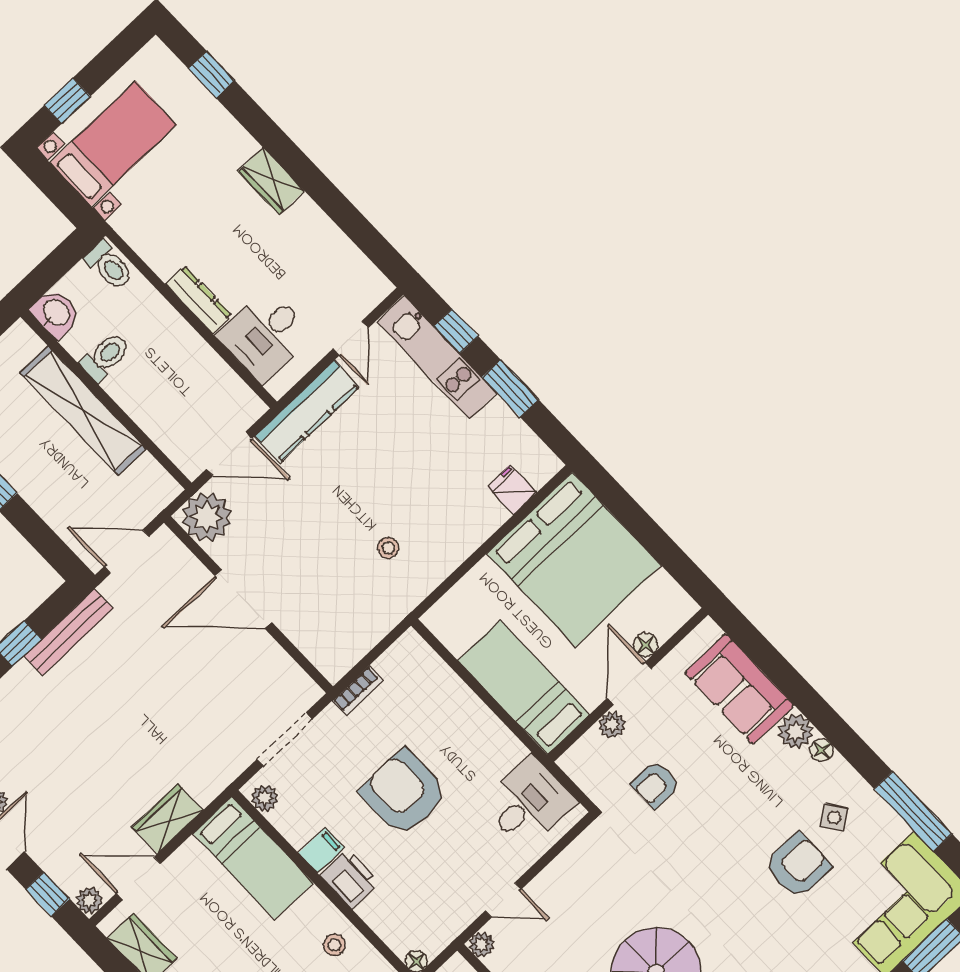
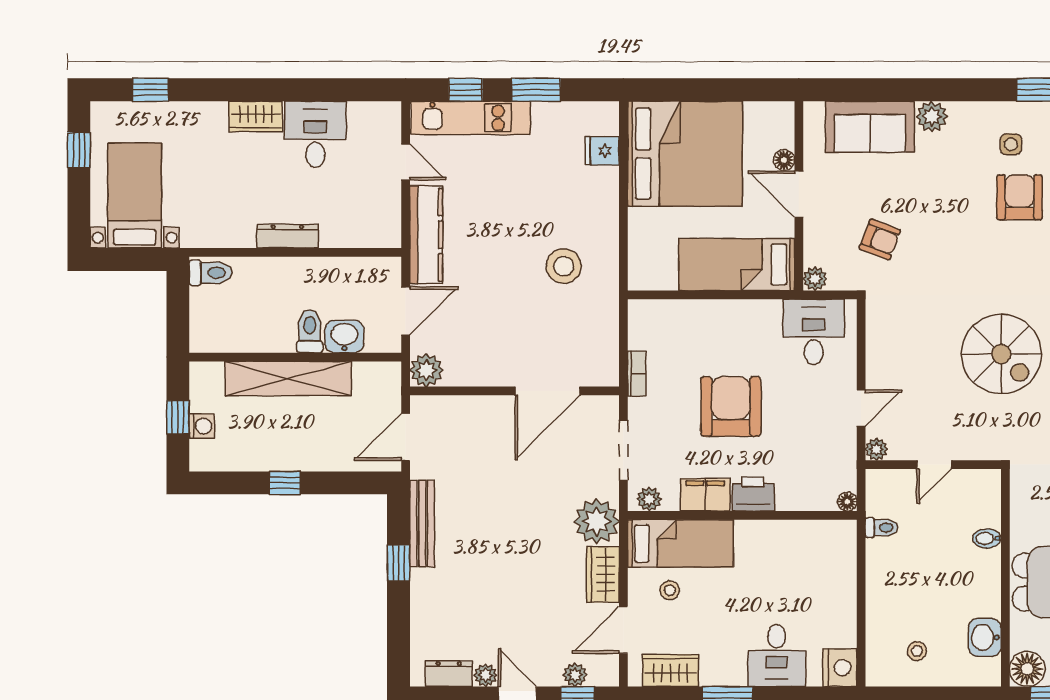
window: (67, 101) -> (79, 150), moved
washbasin: (56, 313) -> (344, 336), moved
desk: (265, 335) -> (315, 134), moved, turned 180
toilet: (105, 357) -> (310, 331), moved
plant: (207, 517) -> (426, 370), width x0.73, depth x0.73
stool: (388, 548) -> (564, 266), width x1.89, depth x1.89
door: (243, 599) -> (547, 391), moved
plant: (612, 725) -> (815, 279), moved
floor lamp: (822, 750) -> (960, 111), removed
plant: (206, 773) -> (597, 521), added
armchair: (655, 785) -> (880, 239), turned -69
armchair: (404, 793) -> (731, 406), turned 90
side table: (834, 818) -> (1011, 144), turned 34
filing cabinet: (321, 850) -> (705, 495), width x2.00
plant: (89, 900) -> (575, 675), moved
stool: (334, 945) -> (670, 590), moved

